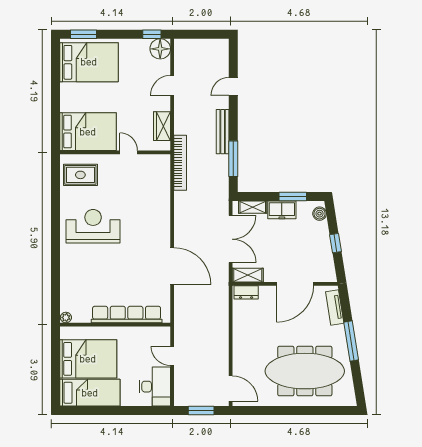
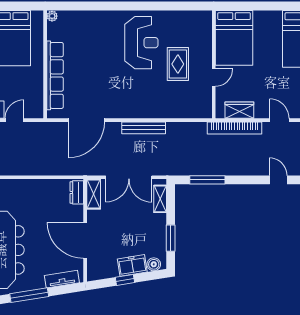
bench: (223, 132) -> (144, 128), moved
bookcase: (180, 163) -> (234, 128), moved
rug: (80, 175) -> (178, 64), moved
freezer: (282, 210) -> (132, 265), moved, turned 81
door: (172, 266) -> (86, 120), moved

